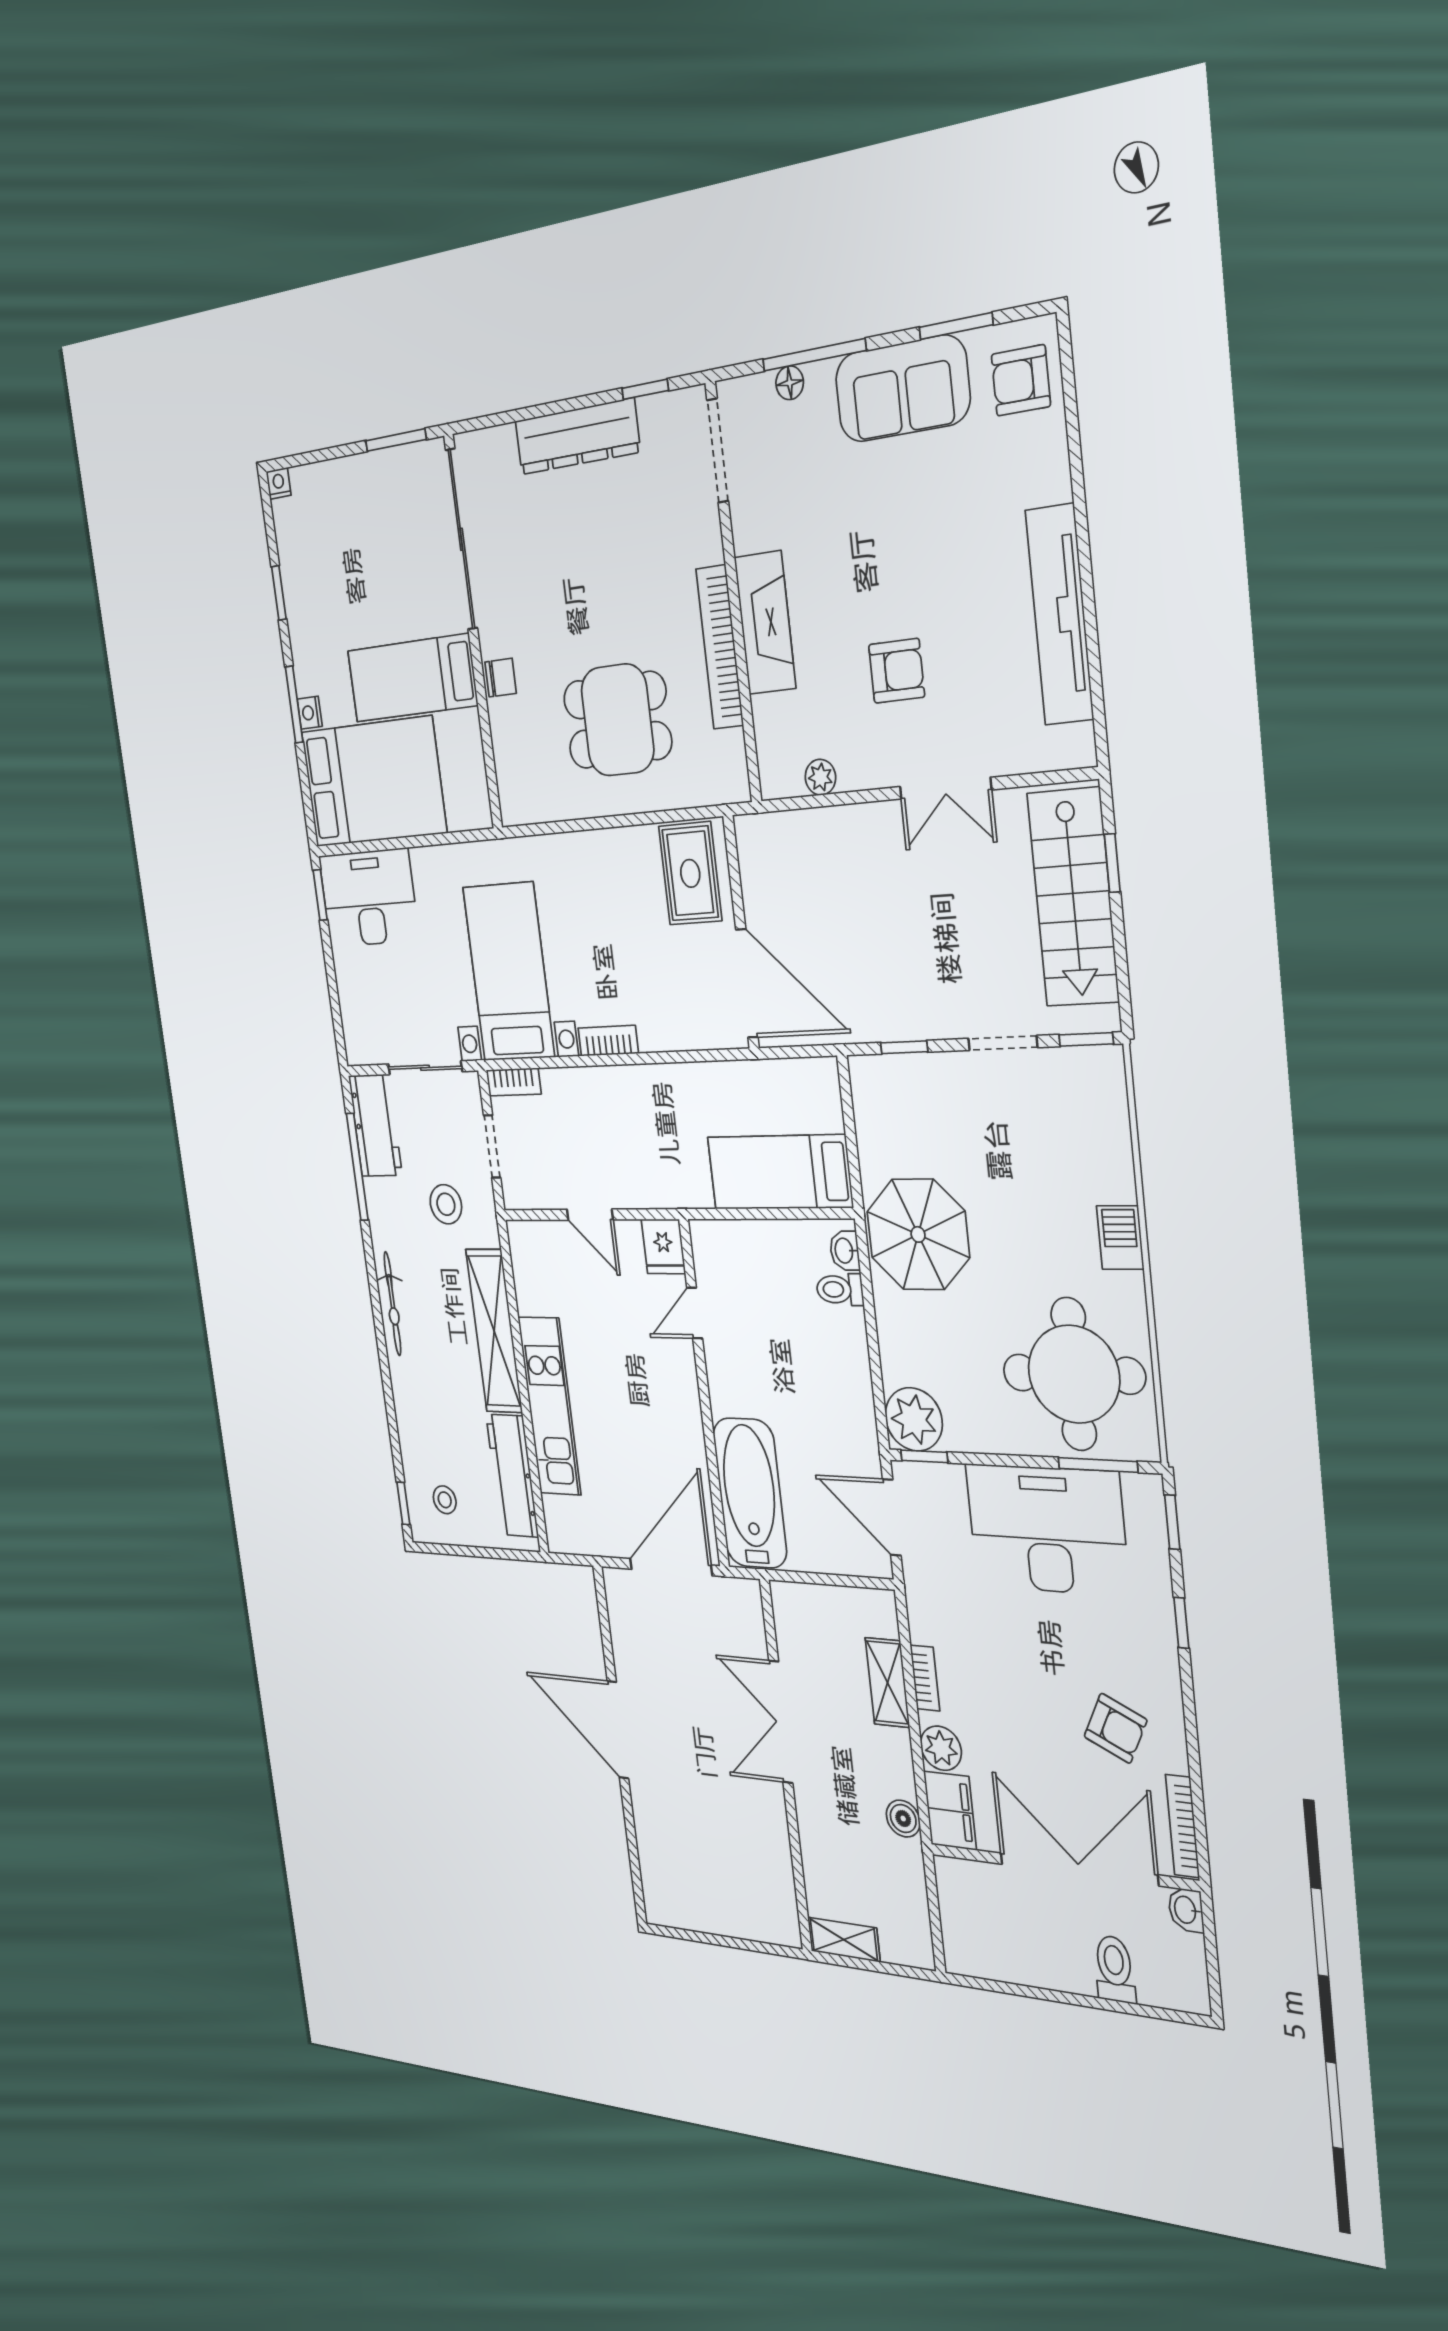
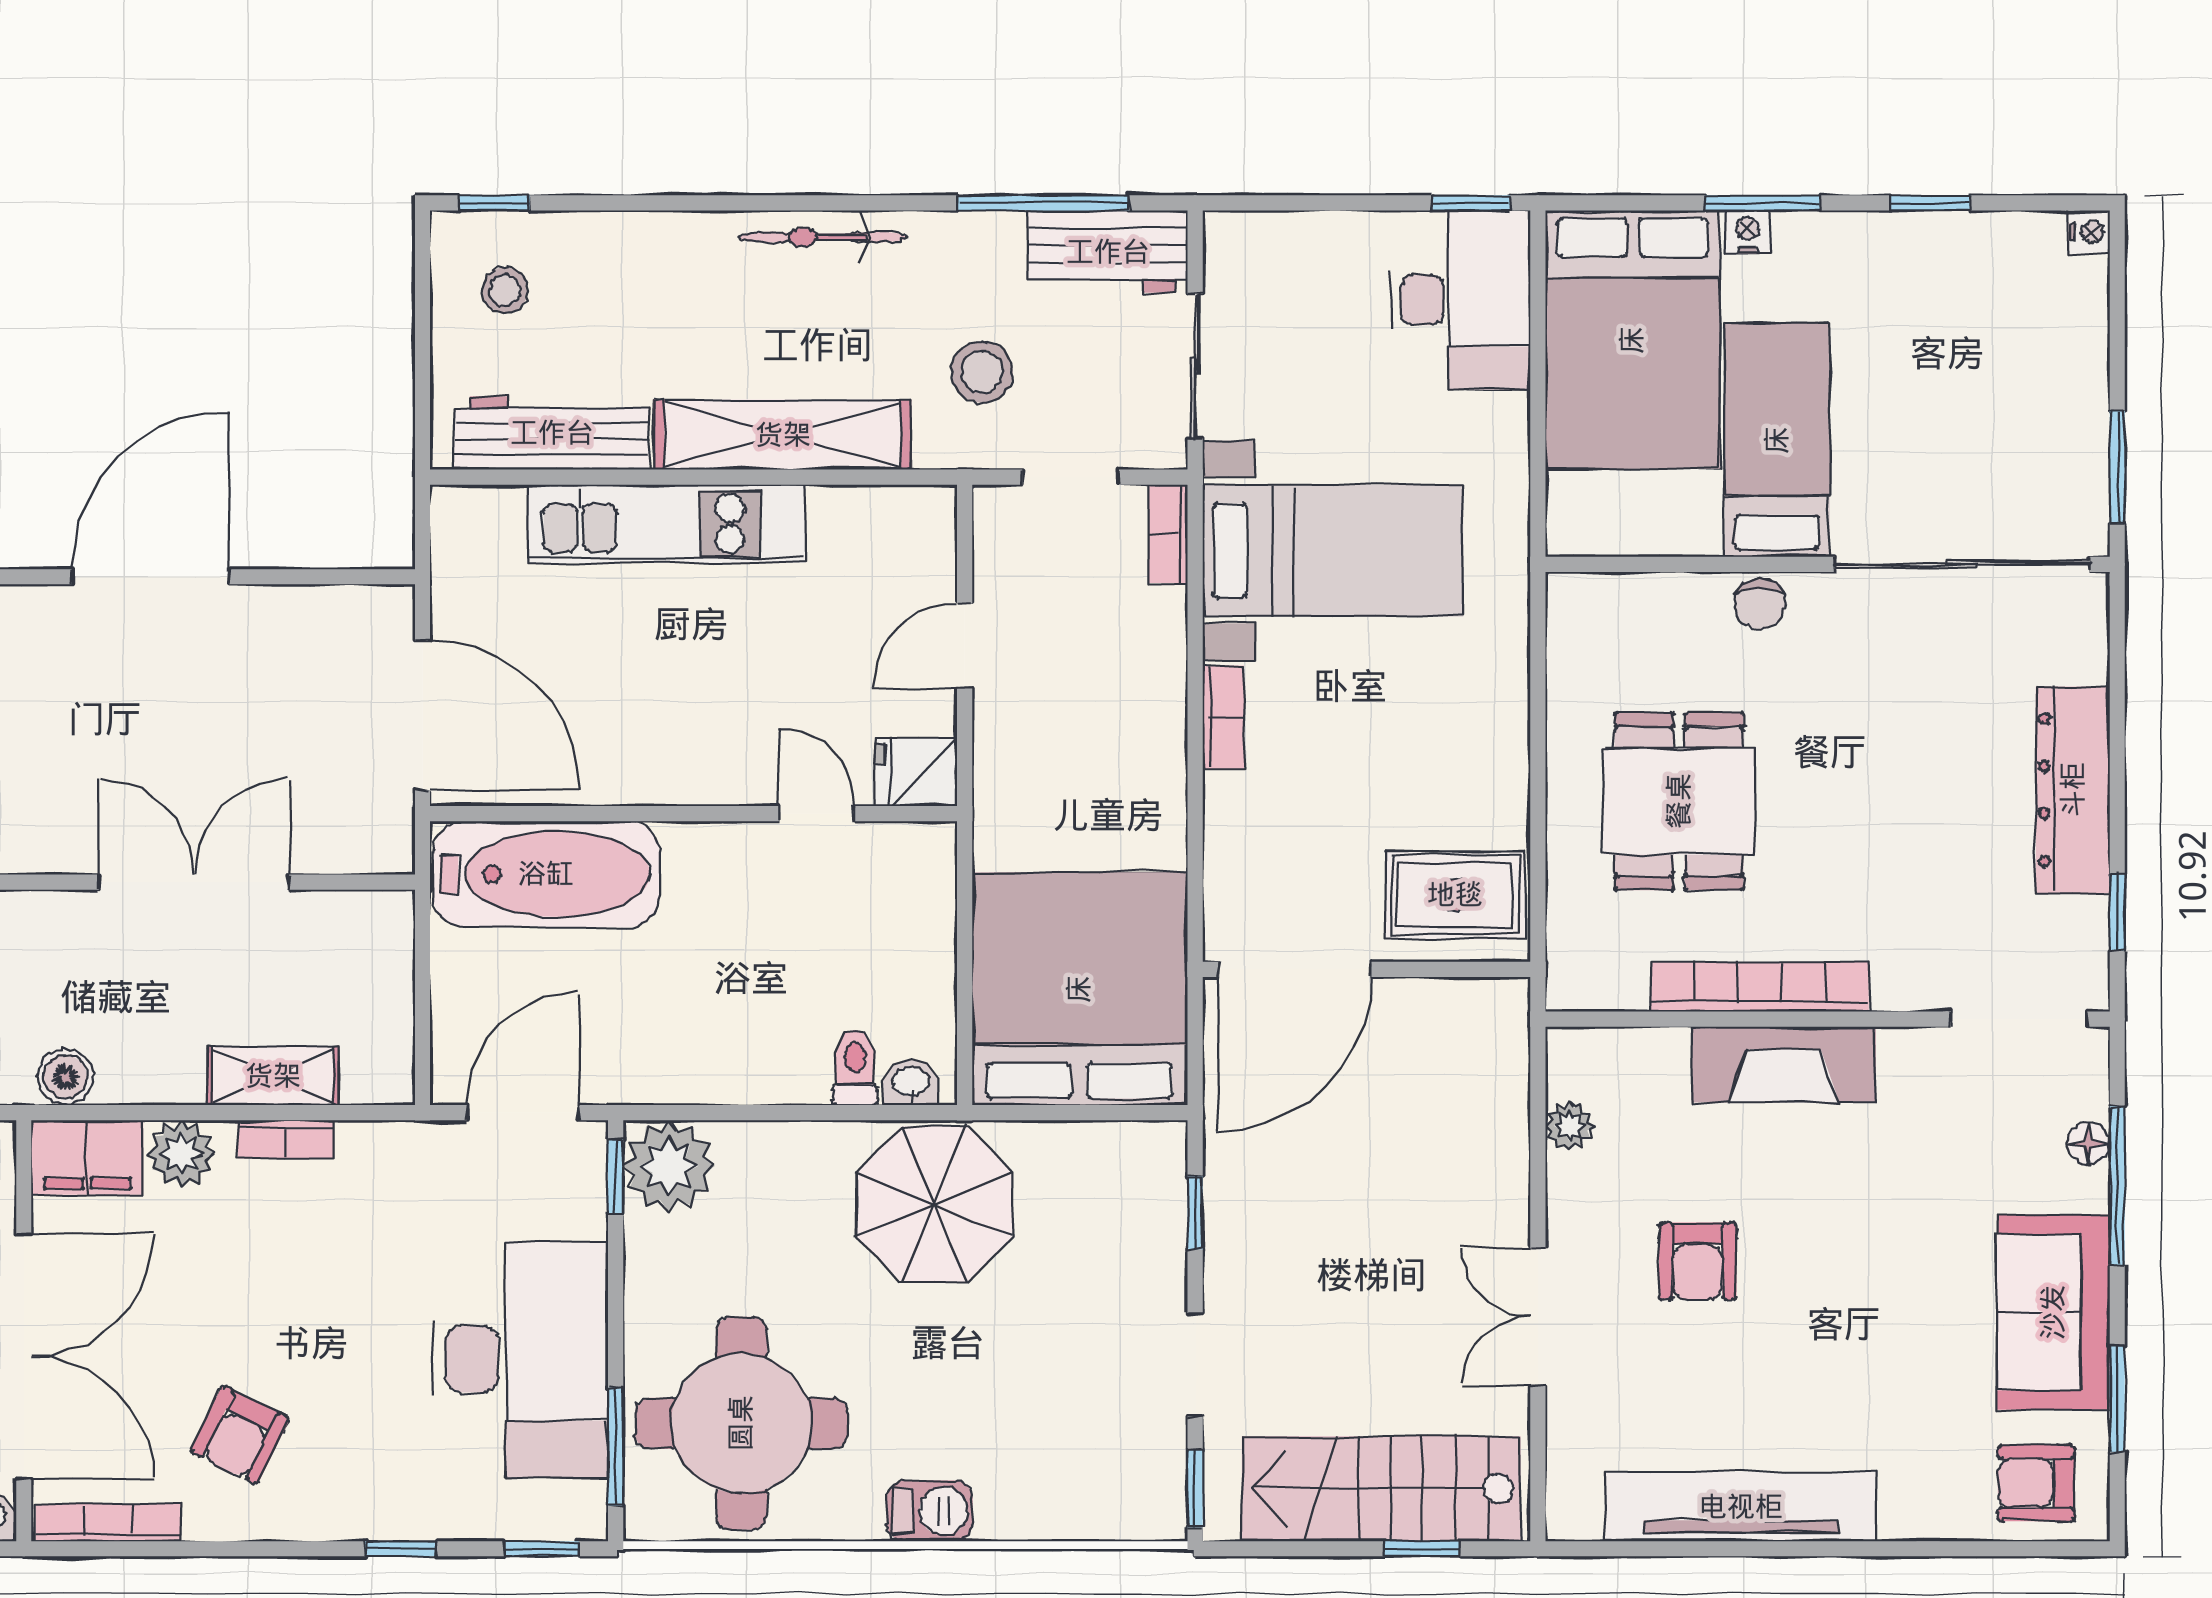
armchair: (1021, 380) -> (2036, 1483), turned -90
bed: (780, 1172) -> (1079, 989), width x2.04

